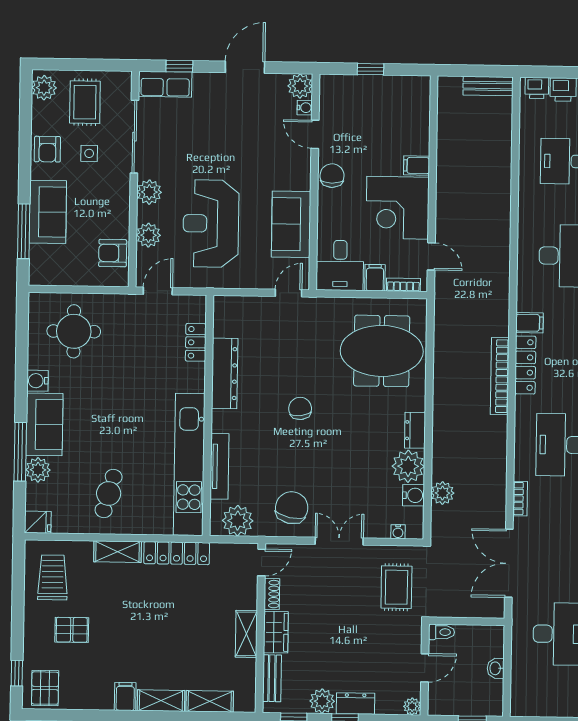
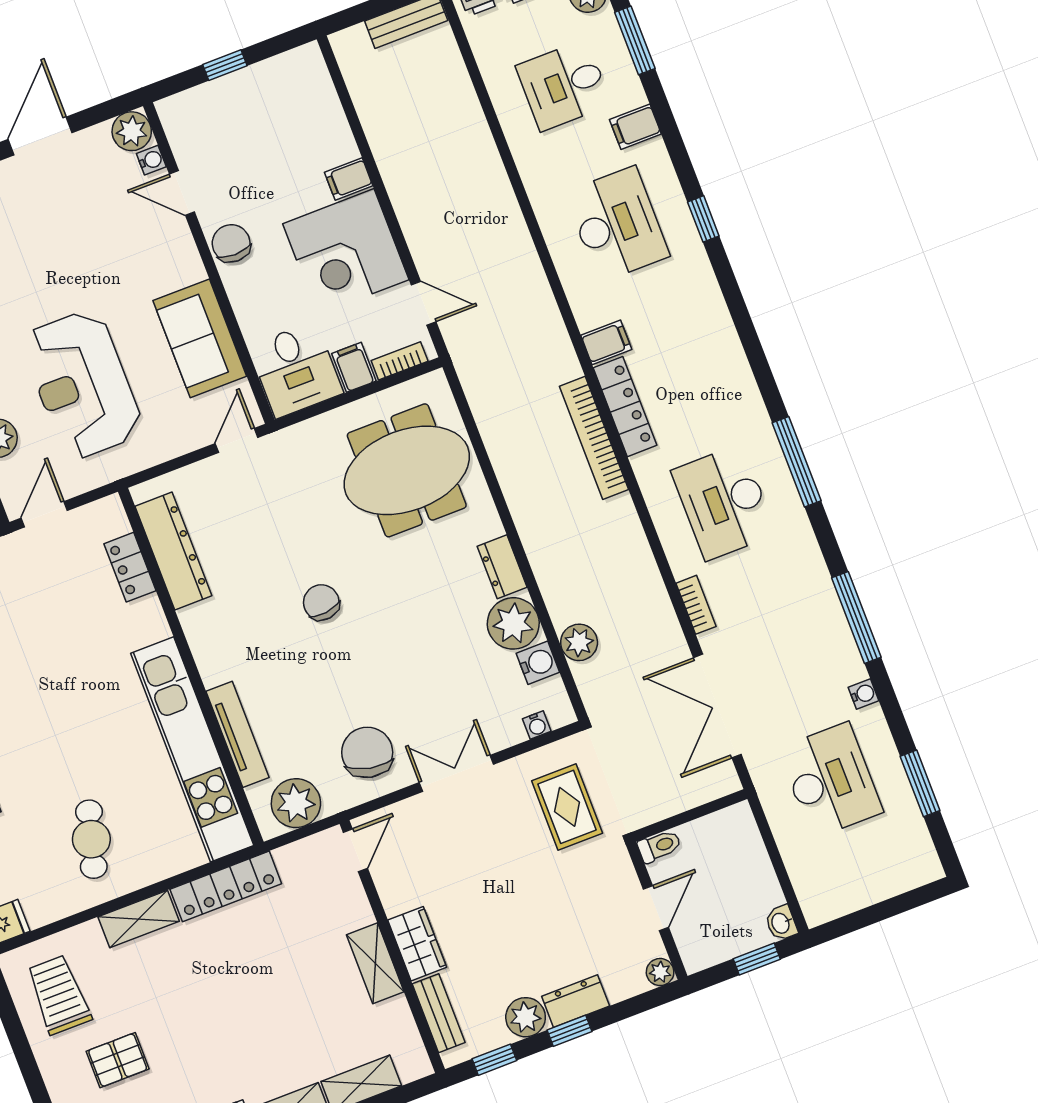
dresser: (225, 373) -> (173, 551), moved
shoe rack: (272, 594) -> (389, 890), removed
washbasin: (496, 668) -> (781, 923), moved

